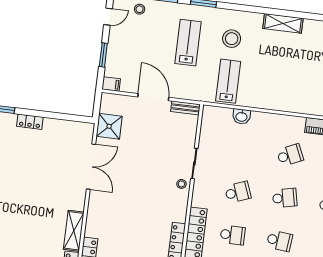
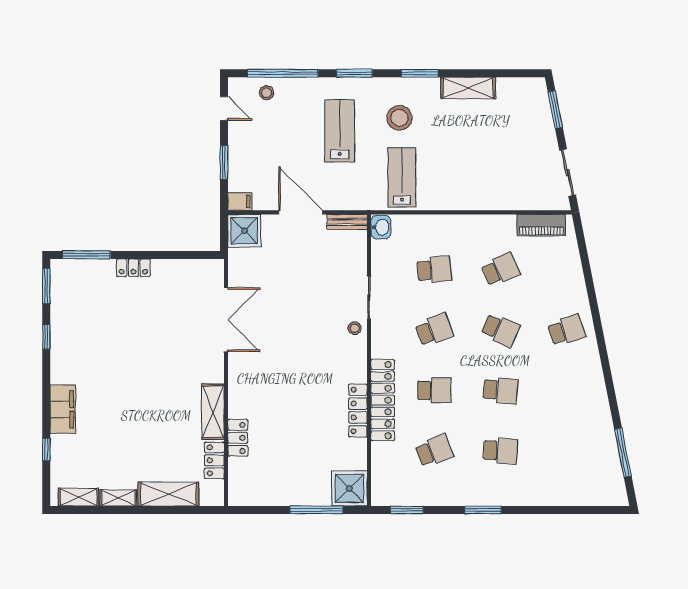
window: (250, 9) -> (420, 73), added
door: (108, 17) -> (224, 108), hinge flipped
washbasin: (241, 116) -> (381, 227), moved, turned -90
shower: (109, 126) -> (244, 231), moved
school desk: (243, 149) -> (434, 270), added
school desk: (285, 198) -> (500, 330), turned 36

